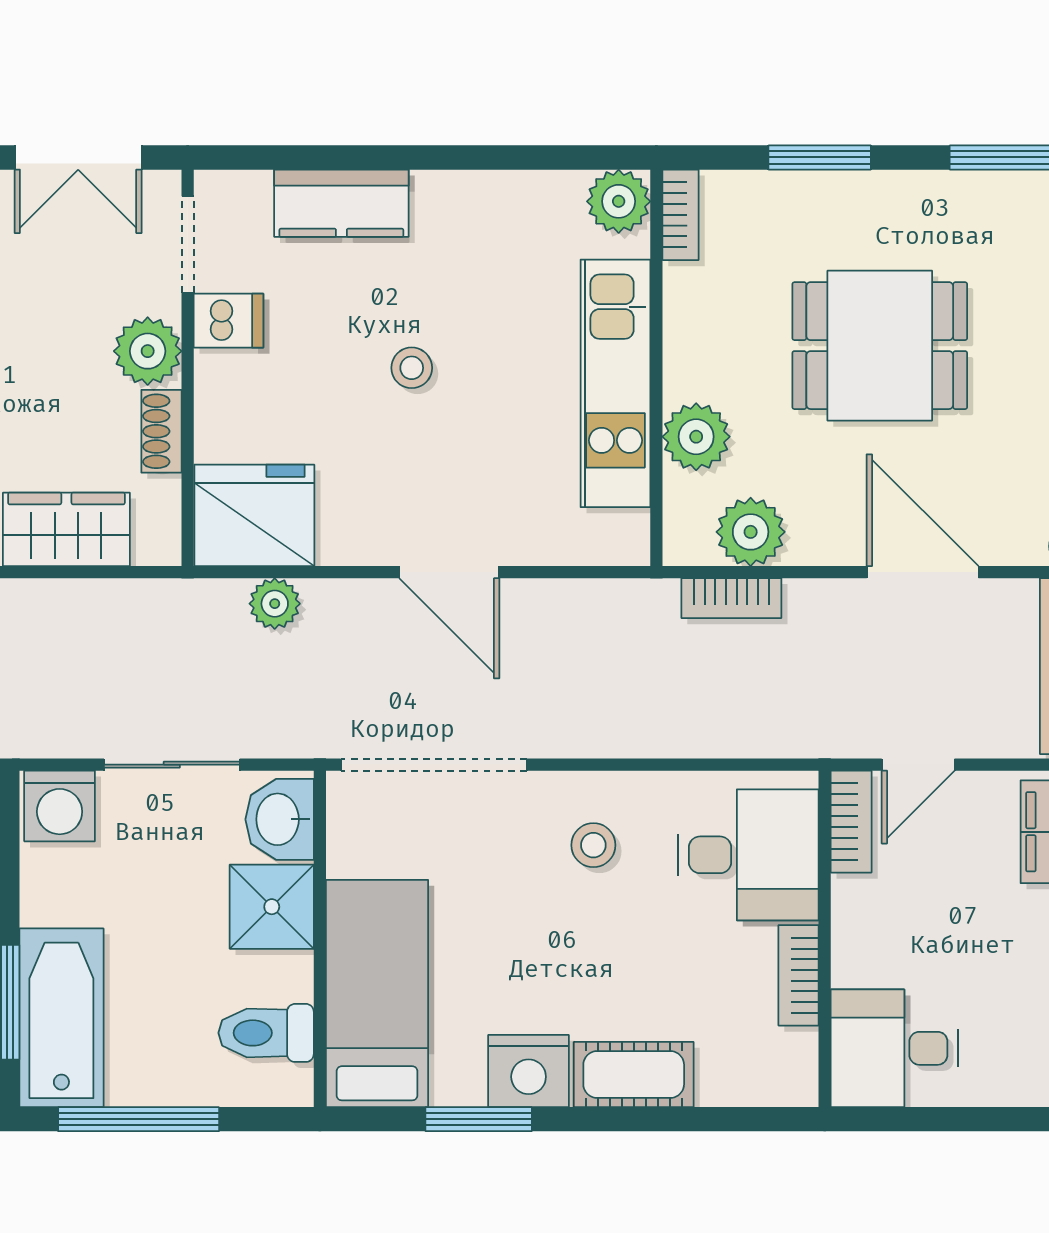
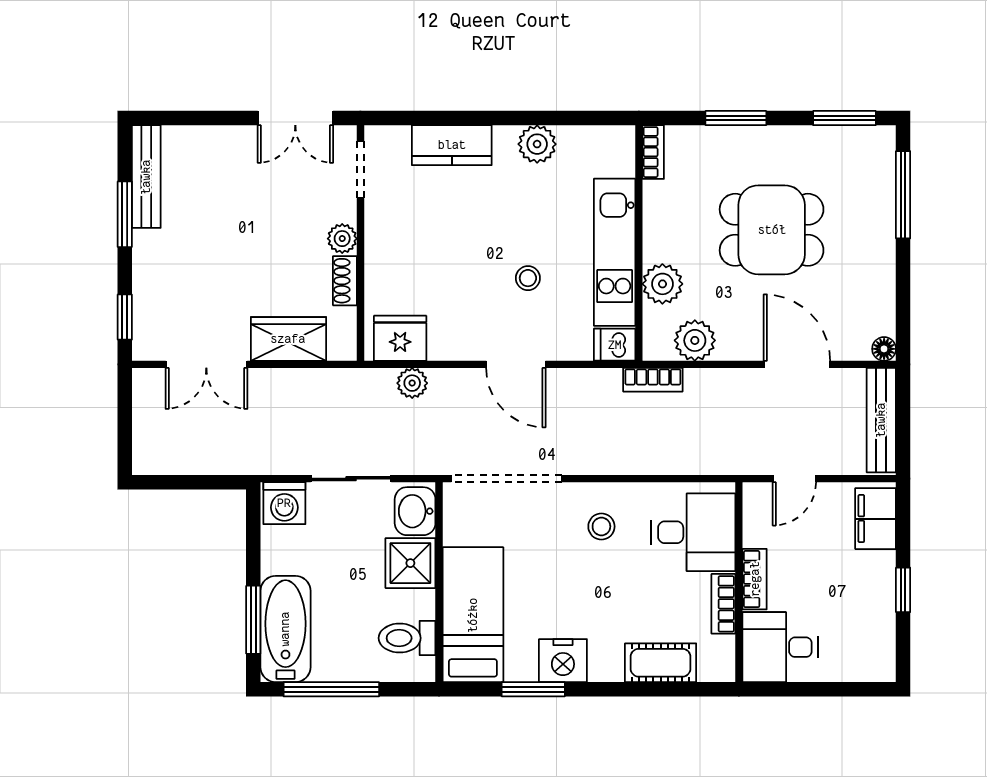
plant: (619, 201) -> (537, 144), moved
dishwasher: (228, 321) -> (615, 345), moved, turned 180
plant: (148, 351) -> (342, 239), width x0.73, depth x0.73
stool: (412, 368) -> (528, 278), moved
fridge: (254, 515) -> (400, 338), width x0.73, depth x0.75
bookcase: (731, 598) -> (653, 380), moved
bookcase: (851, 822) -> (755, 579), moved
cot: (634, 1075) -> (661, 663), moved

